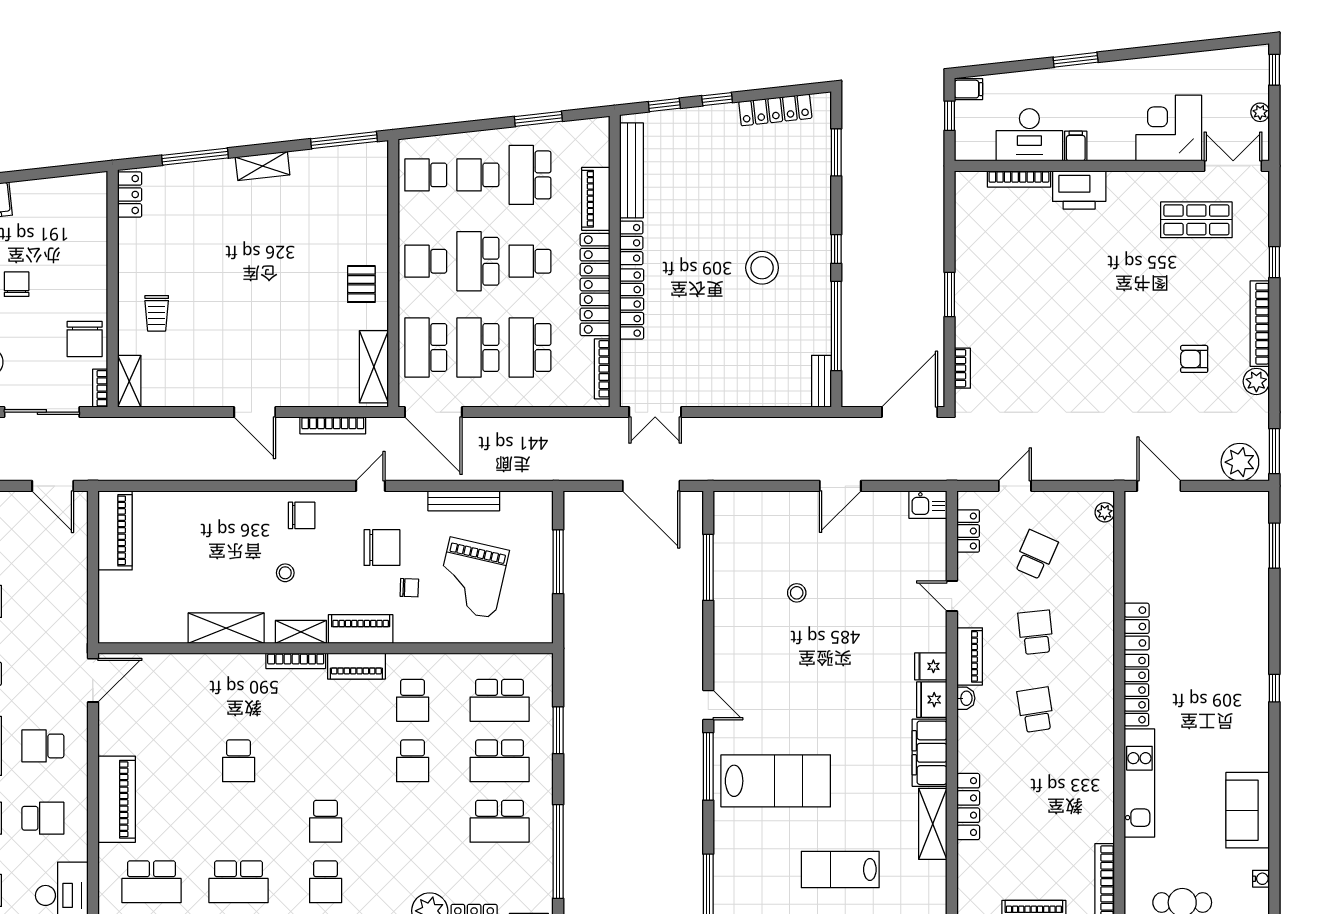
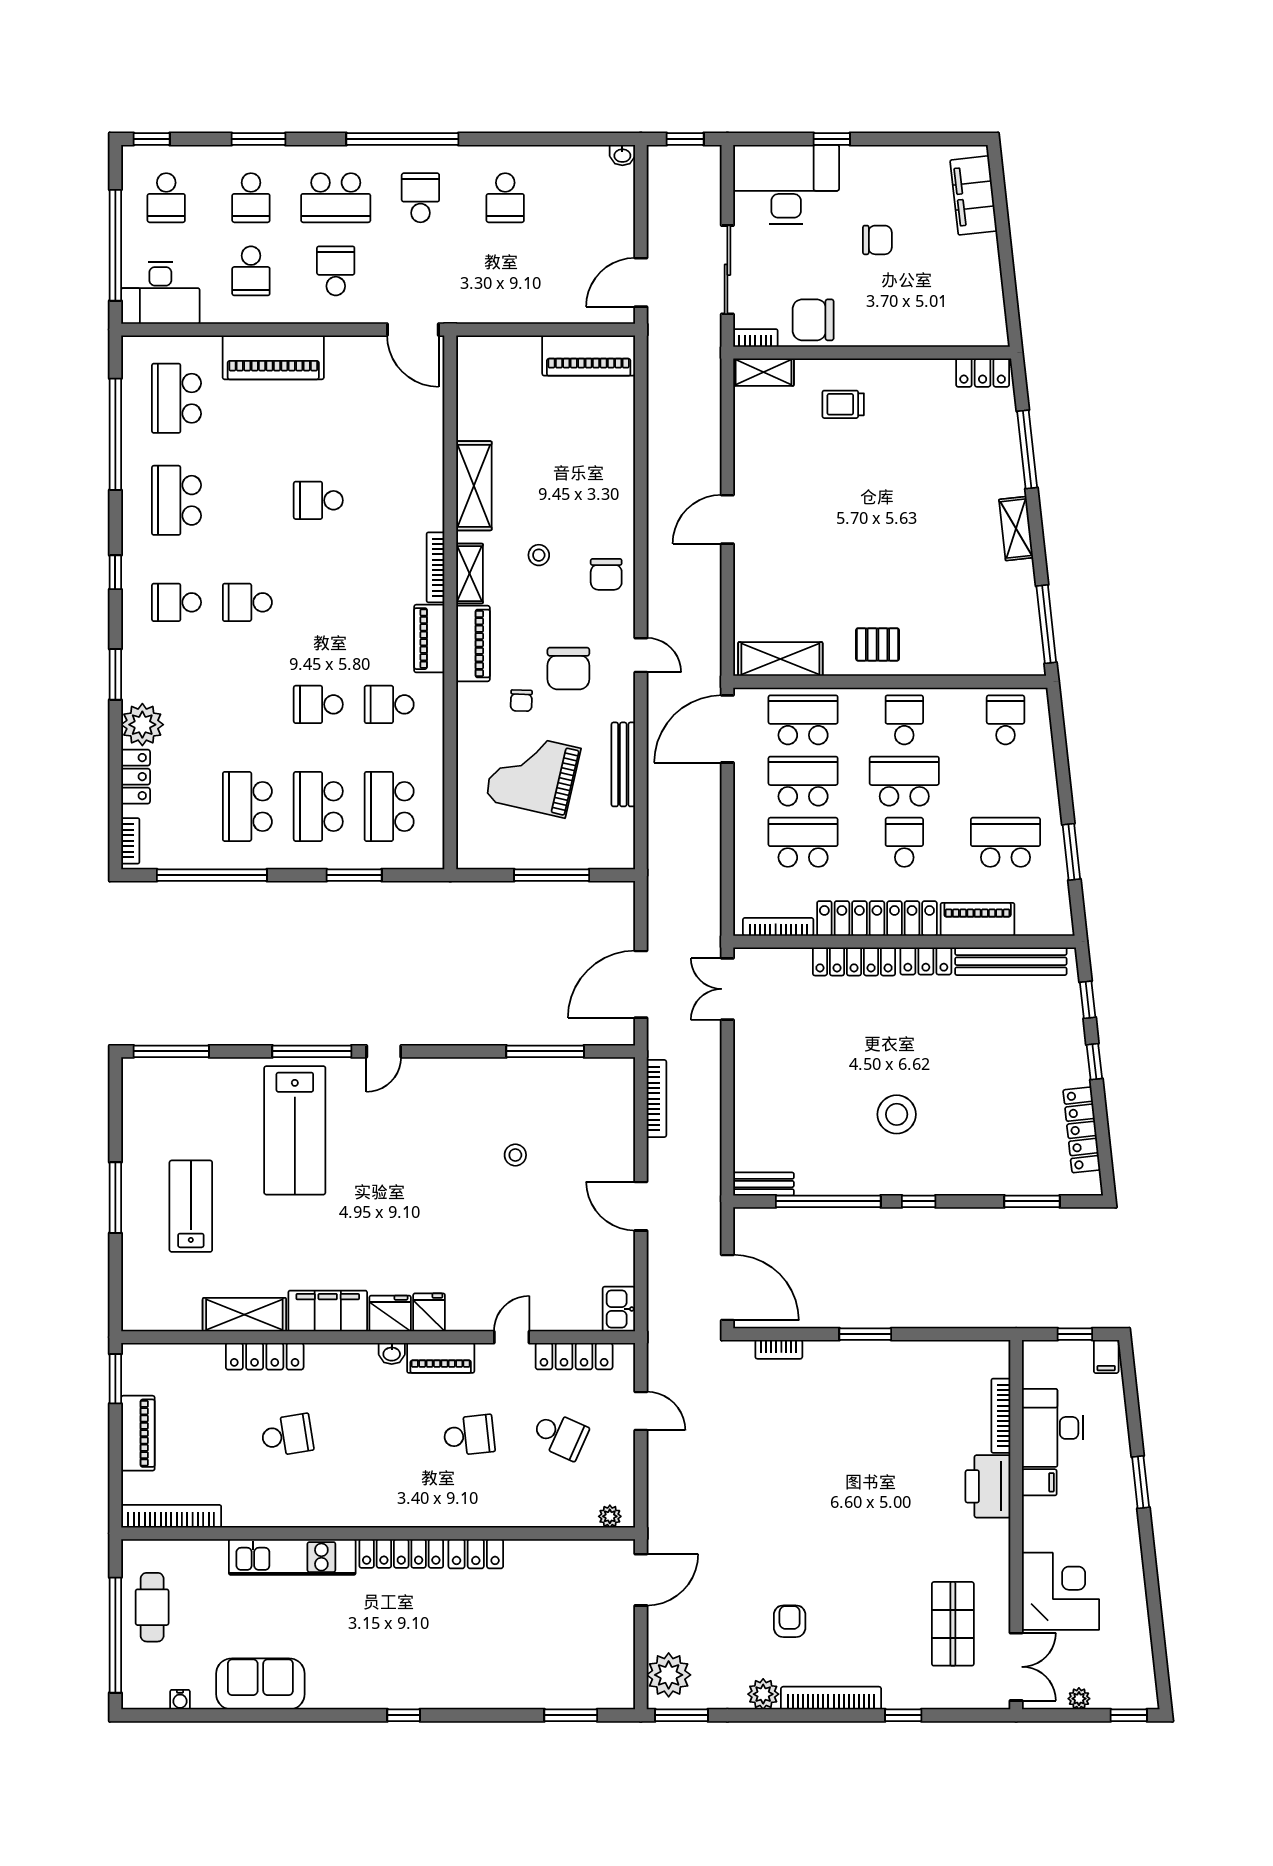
school desk: (478, 175) -> (1006, 781), removed
bookcase: (333, 425) -> (656, 1099), moved, turned 180
locker: (968, 531) -> (574, 1356), width x1.53
school desk: (1036, 710) -> (287, 1435), moved

